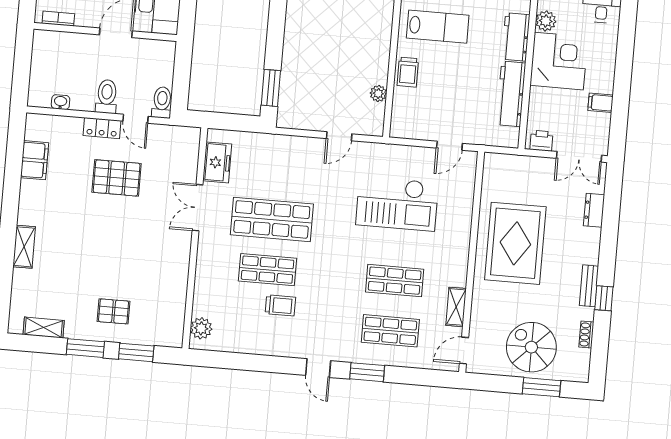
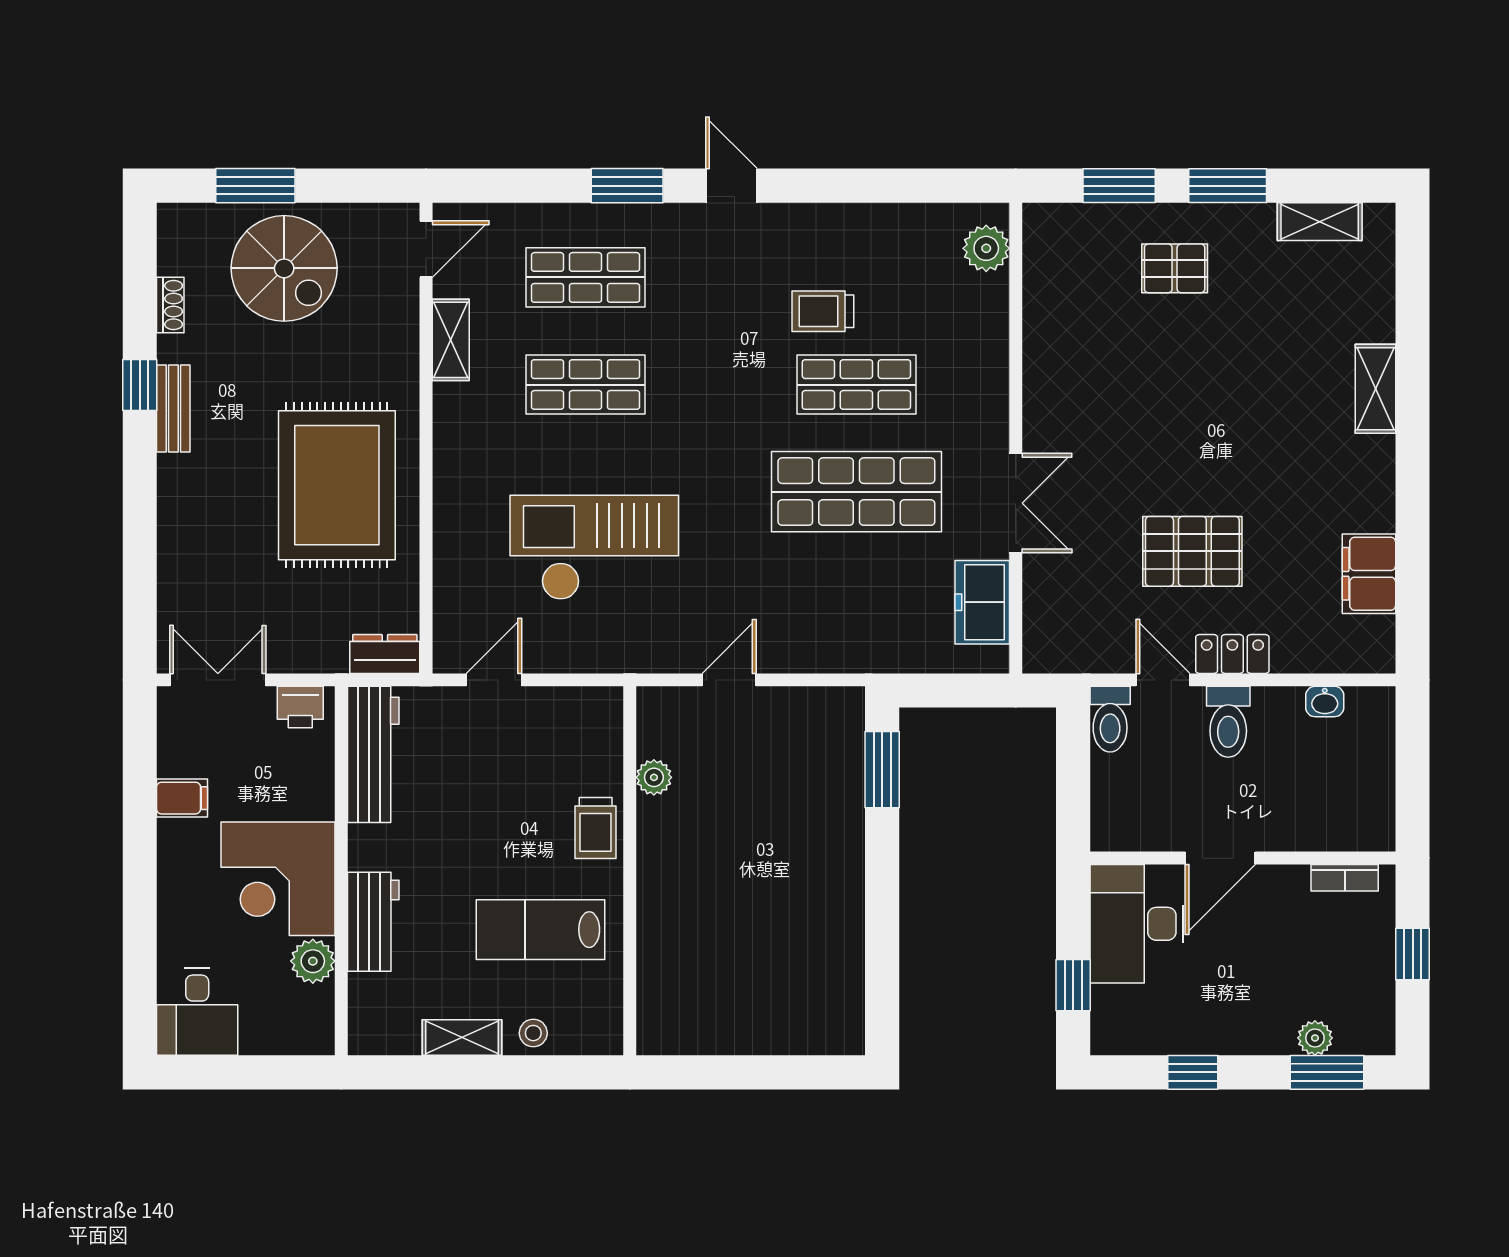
trolley: (408, 72) -> (596, 828), turned 180
workbench: (511, 94) -> (373, 754), moved
dresser: (594, 210) -> (385, 654), moved, turned -90

